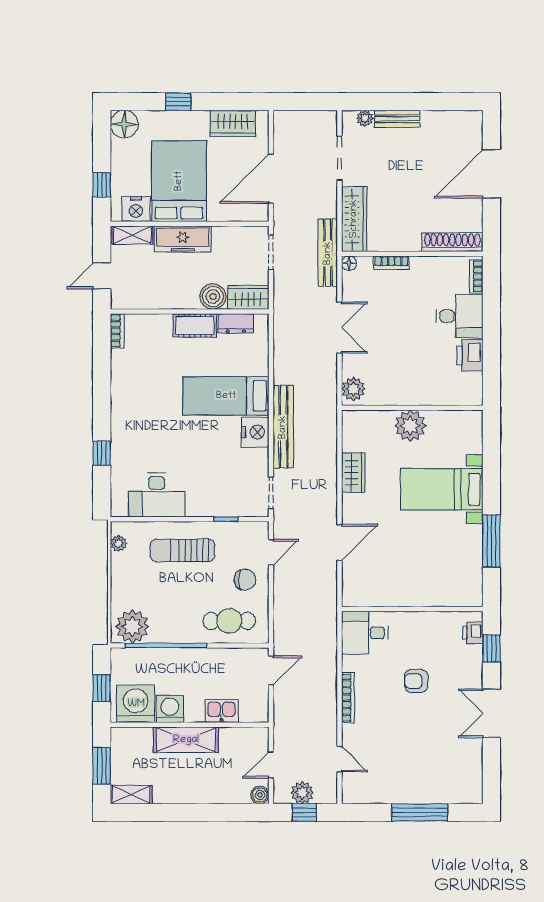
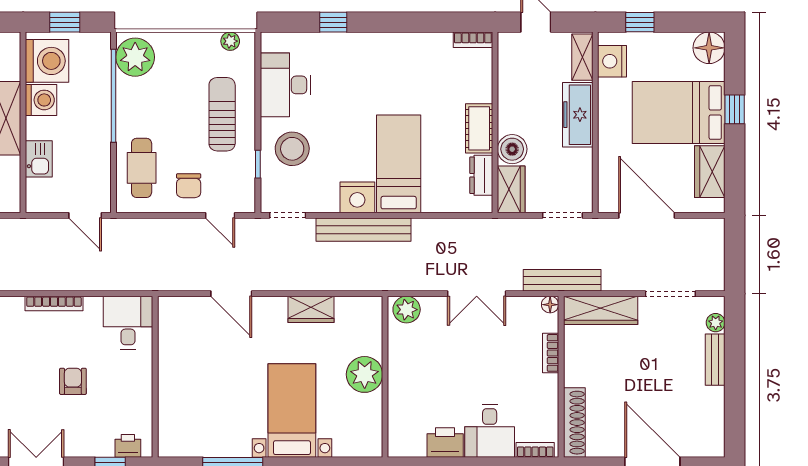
bed: (179, 181) -> (679, 112), moved, turned 180
stool: (213, 489) -> (292, 149), added

